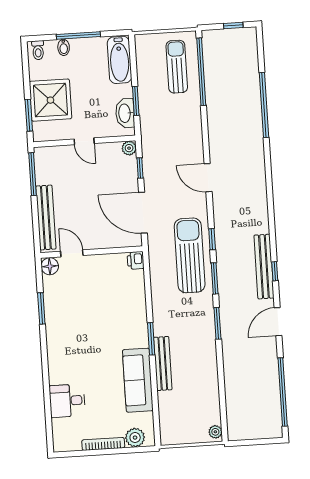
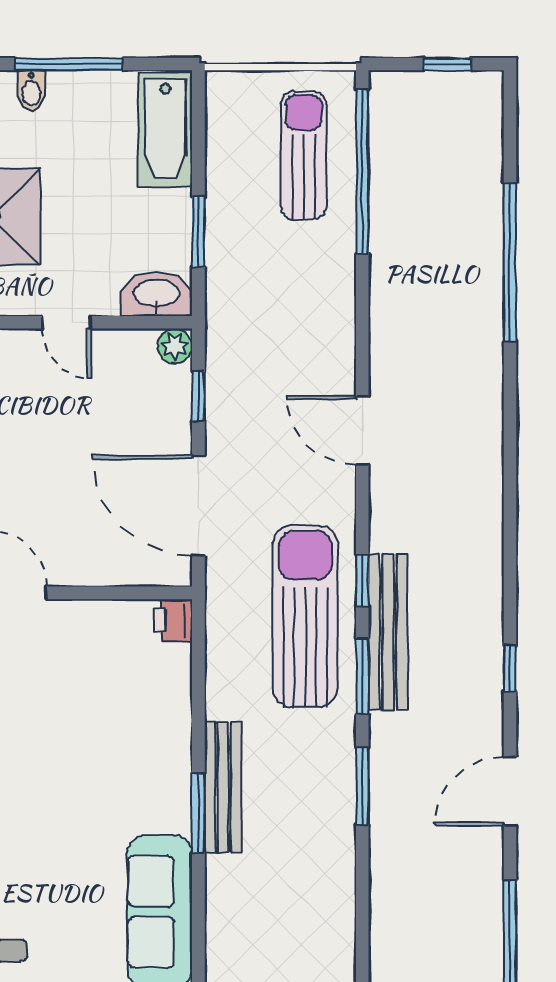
washbasin: (125, 113) -> (157, 294), moved, turned 90
bench: (264, 267) -> (388, 632), moved
bench: (163, 364) -> (223, 787), moved

